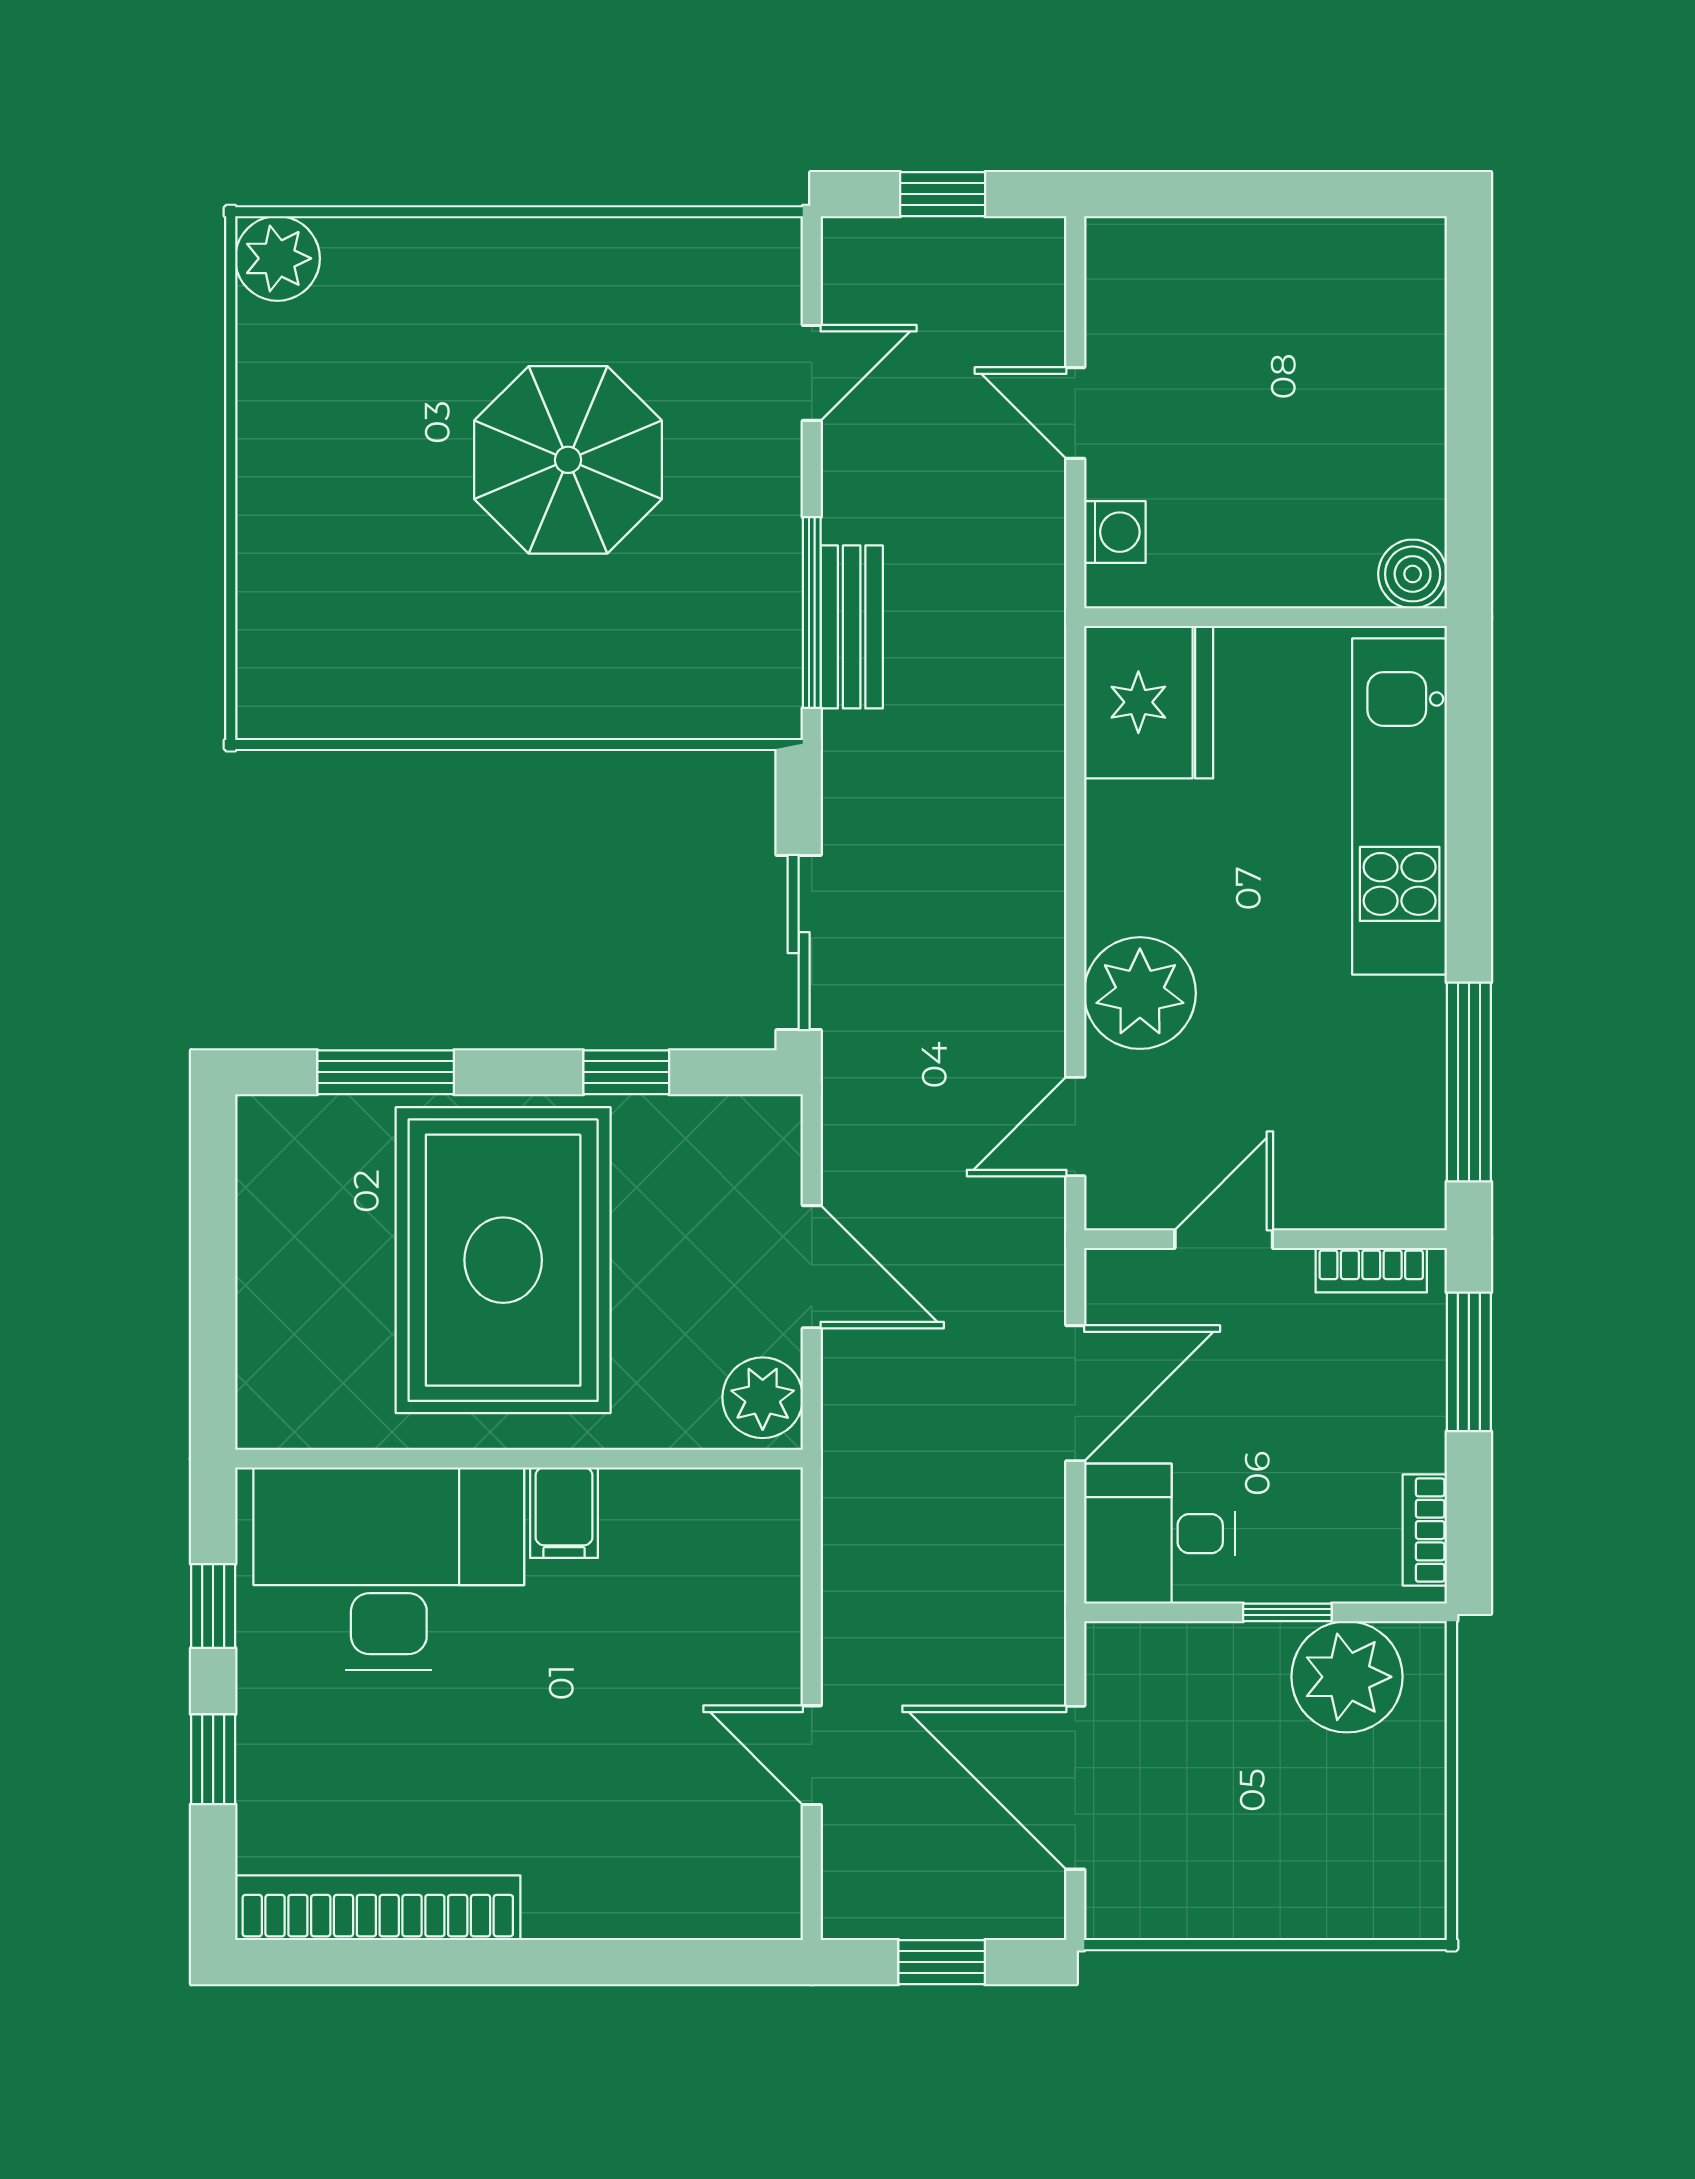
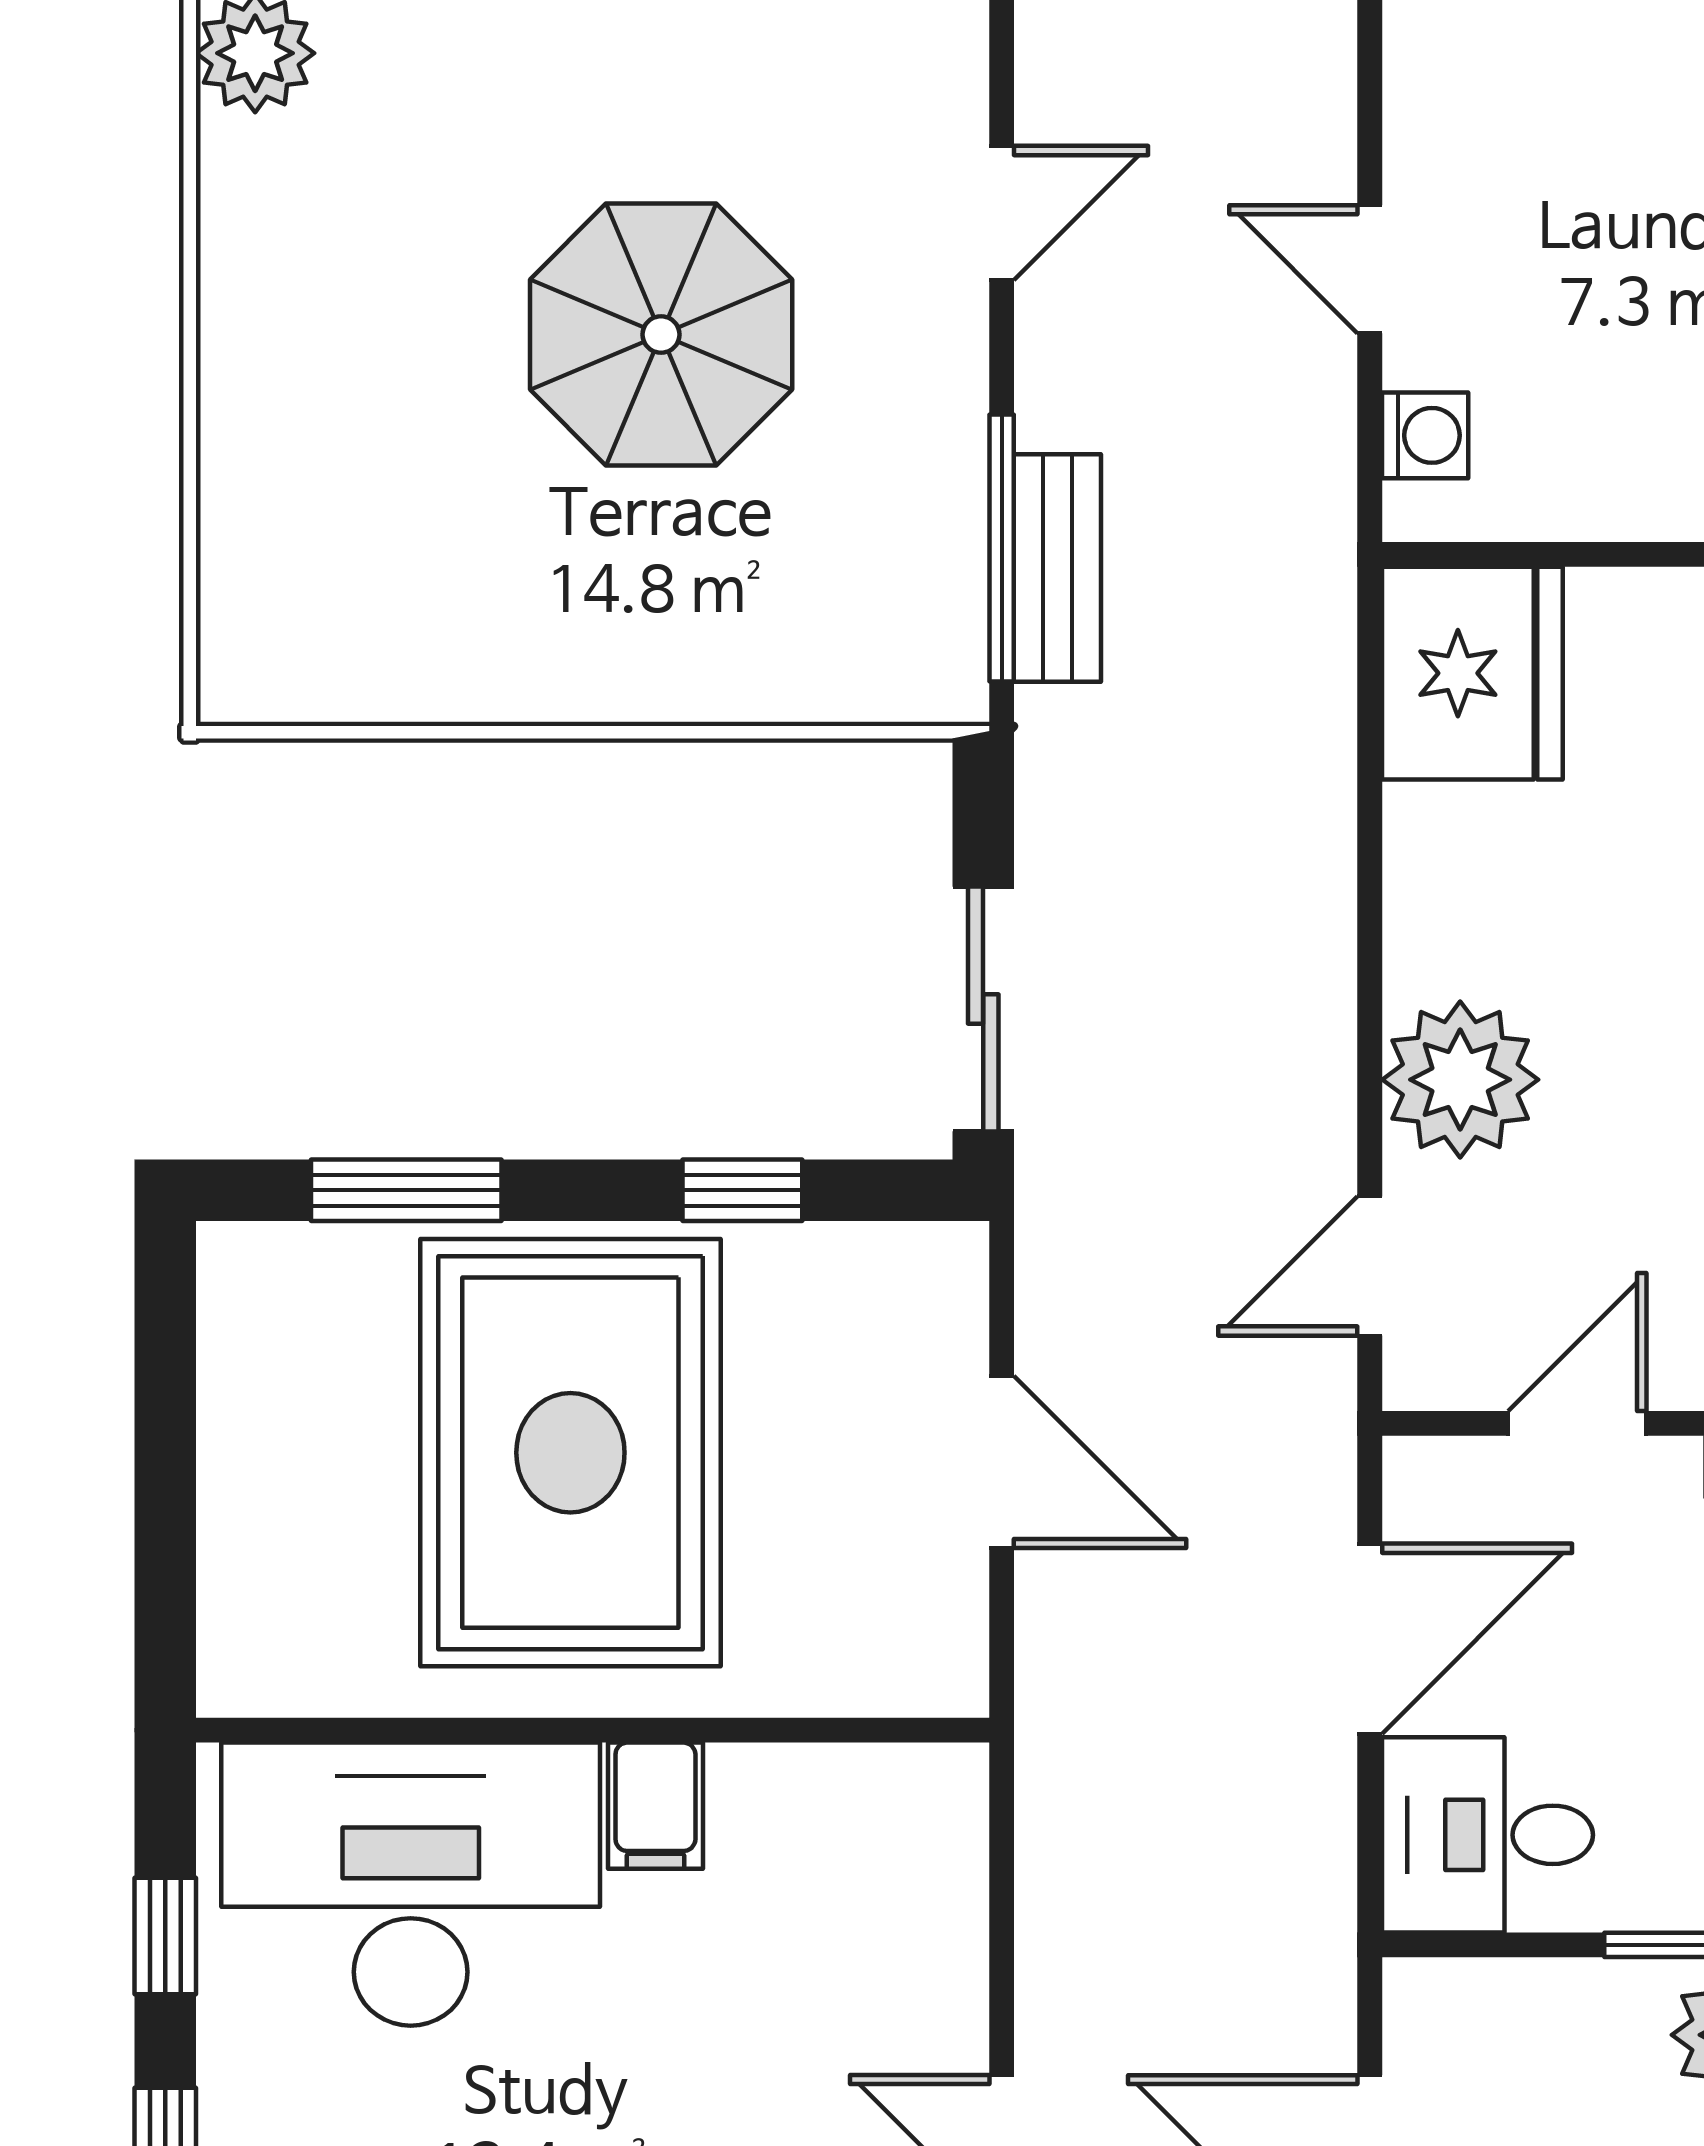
plant: (763, 1398) -> (933, 1645), removed

